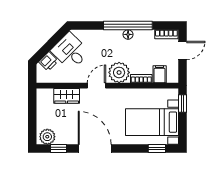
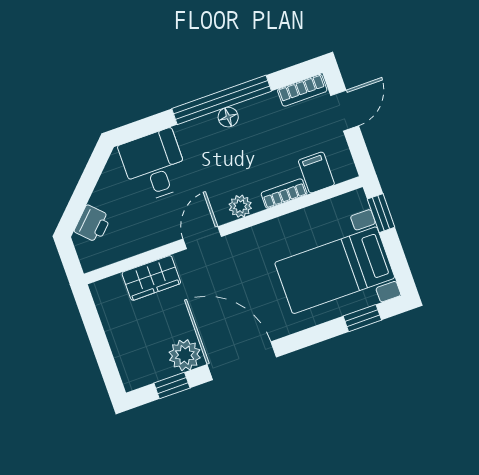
desk: (70, 51) -> (154, 166), moved, turned 45
plant: (119, 72) -> (240, 206), width x0.53, depth x0.53
plant: (47, 137) -> (185, 355), moved

